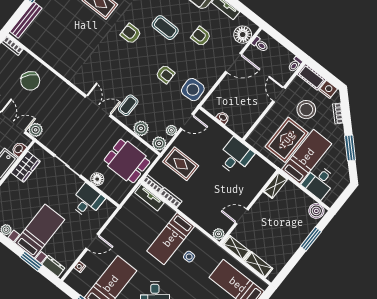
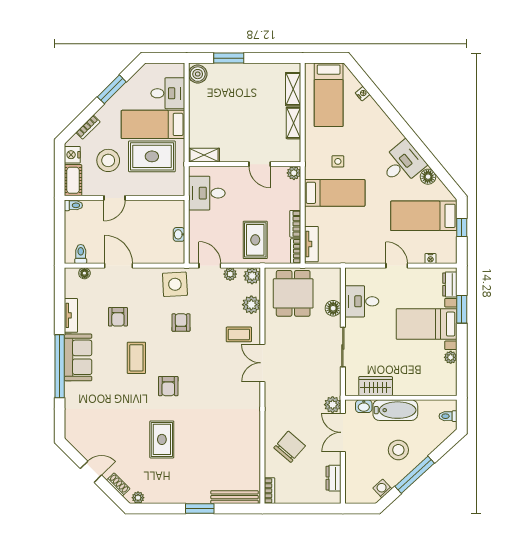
floor lamp: (243, 35) -> (84, 273), width x0.53, depth x0.53
shelving: (275, 185) -> (204, 155), moved
wall: (249, 207) -> (245, 164), moved
door: (242, 216) -> (260, 164), moved
plant: (219, 234) -> (294, 173), moved

